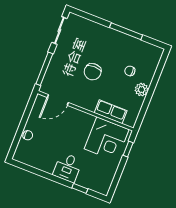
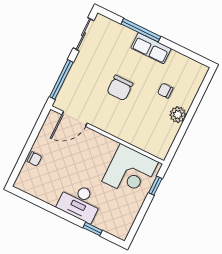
window: (126, 31) -> (141, 30), moved
row of seats: (111, 112) -> (151, 48), moved, turned 180
desk: (68, 168) -> (80, 202), width x1.37

